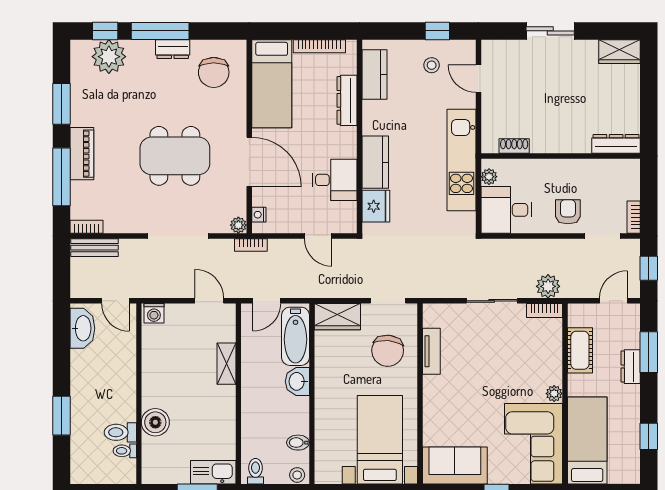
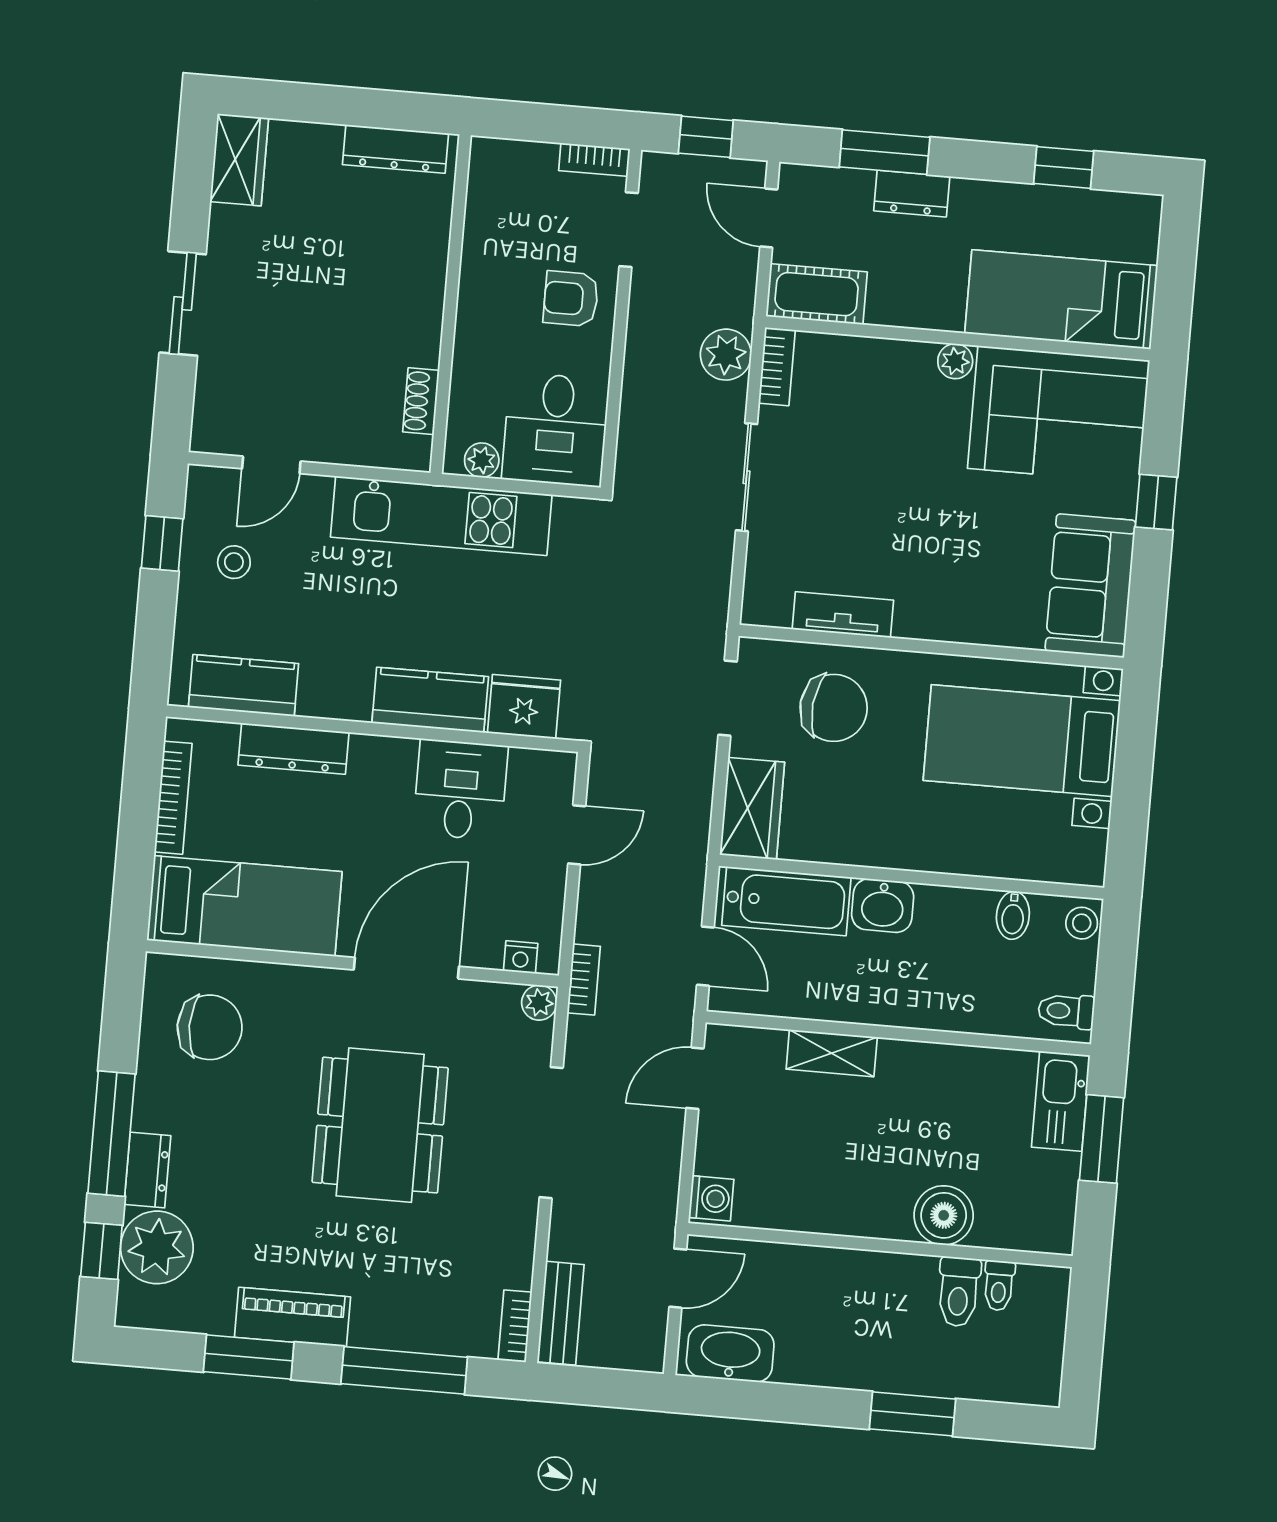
dresser: (173, 49) -> (147, 1170), moved
dresser: (616, 144) -> (395, 149), moved, turned -90
piano: (82, 154) -> (293, 1317), moved
cot: (580, 350) -> (817, 294), moved

